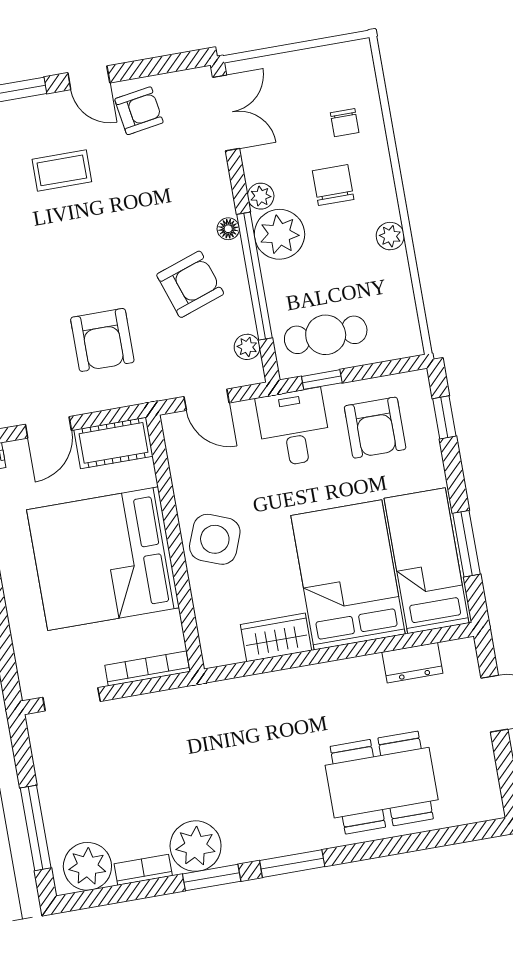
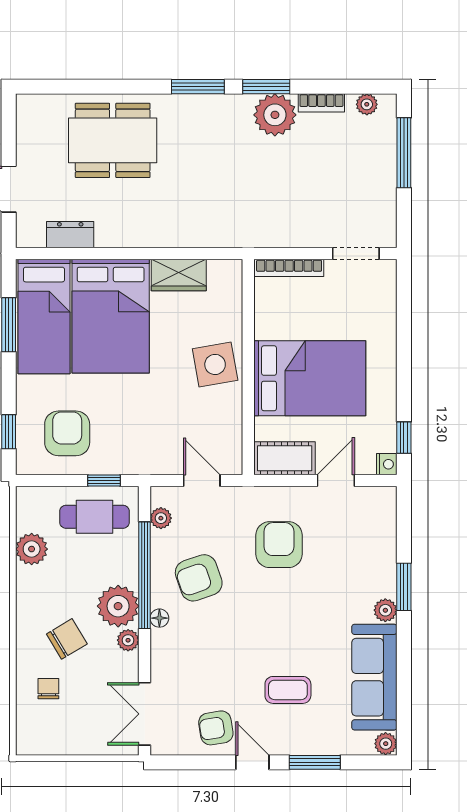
chair: (333, 185) -> (67, 639), turned -121
plant: (390, 236) -> (32, 549), moved, width x1.38, depth x1.38
desk: (294, 428) -> (134, 445), removed
side table: (215, 539) -> (215, 364), turned -31
bed: (103, 559) -> (310, 378), width x0.73
plant: (87, 866) -> (367, 104), width x0.53, depth x0.53

